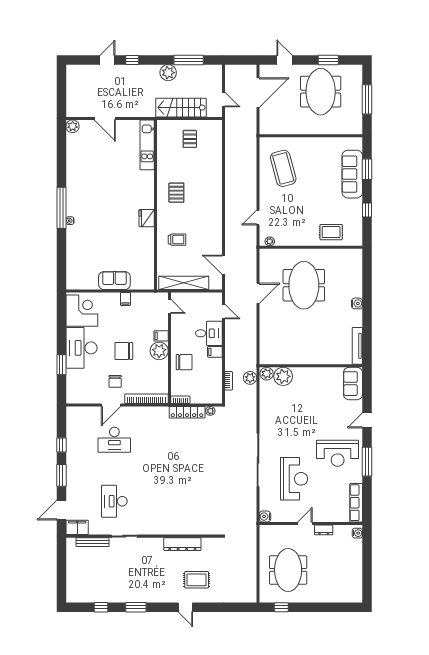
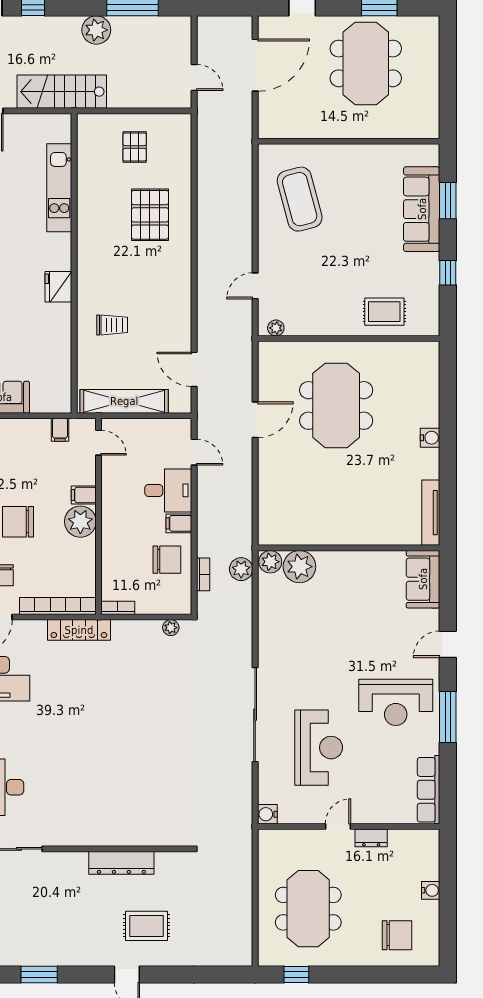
window: (367, 99) -> (448, 77), removed
stairs: (181, 108) -> (62, 92), moved
kitchen unit: (147, 145) -> (59, 188), moved
pallet: (176, 193) -> (150, 215), moved, width x1.50, depth x1.42
filing cabinet: (125, 299) -> (60, 430), moved
chair: (184, 362) -> (167, 560), moved
locker: (187, 412) -> (79, 630), moved
water cooler: (357, 533) -> (431, 890), moved
chair: (338, 585) -> (397, 935), added

